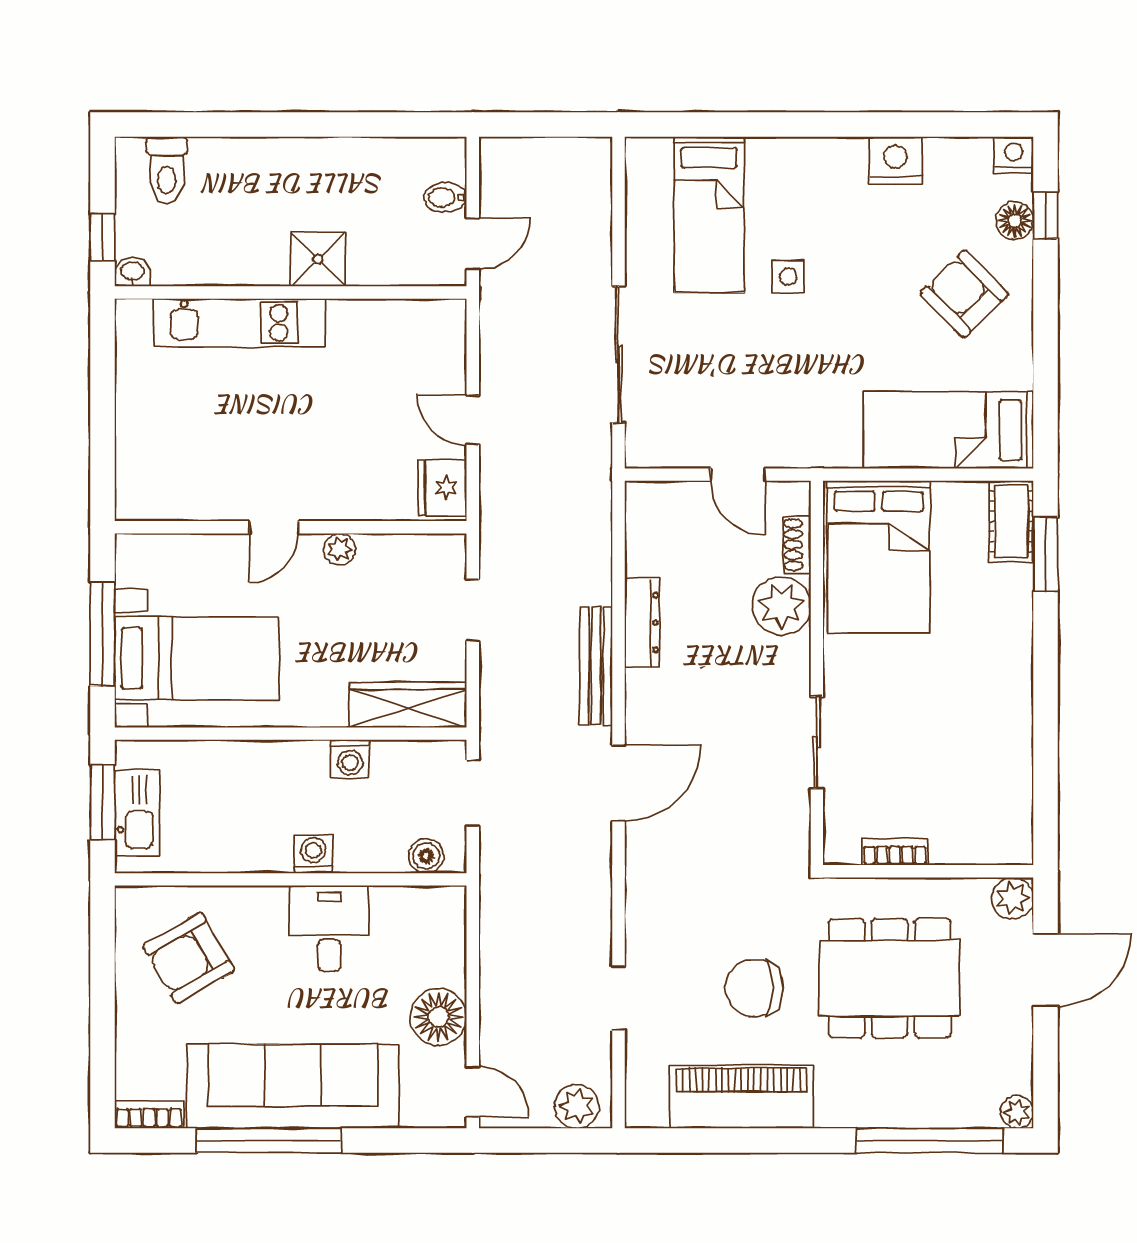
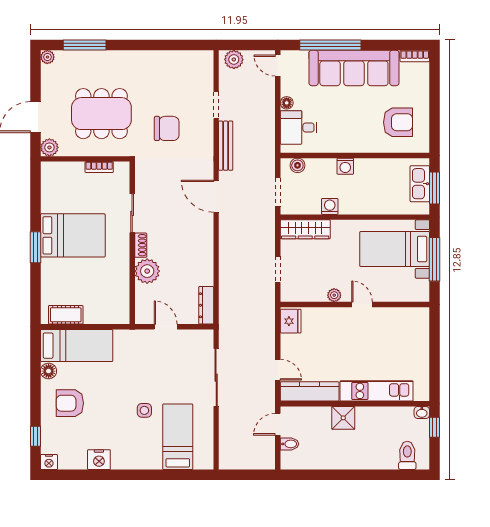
floor lamp: (1015, 221) -> (49, 371), moved
armchair: (964, 294) -> (70, 403), turned 134
kitchen counter: (398, 322) -> (310, 391), added
door: (473, 420) -> (278, 370), moved
cot: (1011, 521) -> (66, 315), moved, turned 90
door: (274, 527) -> (362, 304), hinge flipped
shoe rack: (797, 545) -> (141, 245), moved
window: (1046, 554) -> (35, 247), moved
bed: (879, 557) -> (73, 235), moved, turned 90
dresser: (642, 623) -> (206, 305), moved
bench: (596, 666) -> (226, 146), moved
door: (619, 783) -> (216, 196), hinge flipped
desk: (329, 929) -> (299, 127), moved, turned 90
armchair: (189, 958) -> (398, 122), turned 30
chair: (754, 988) -> (167, 128), moved
floor lamp: (438, 1017) -> (287, 103), width x0.53, depth x0.53
piano: (741, 1097) -> (164, 63), removed
window: (269, 1140) -> (330, 45), moved
window: (929, 1140) -> (85, 45), width x0.68

